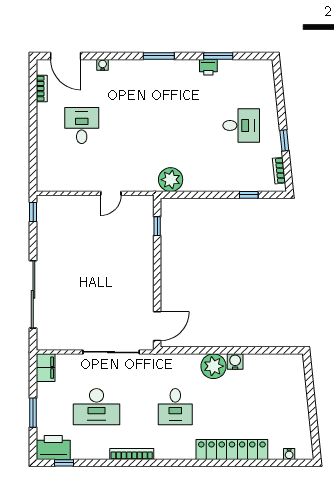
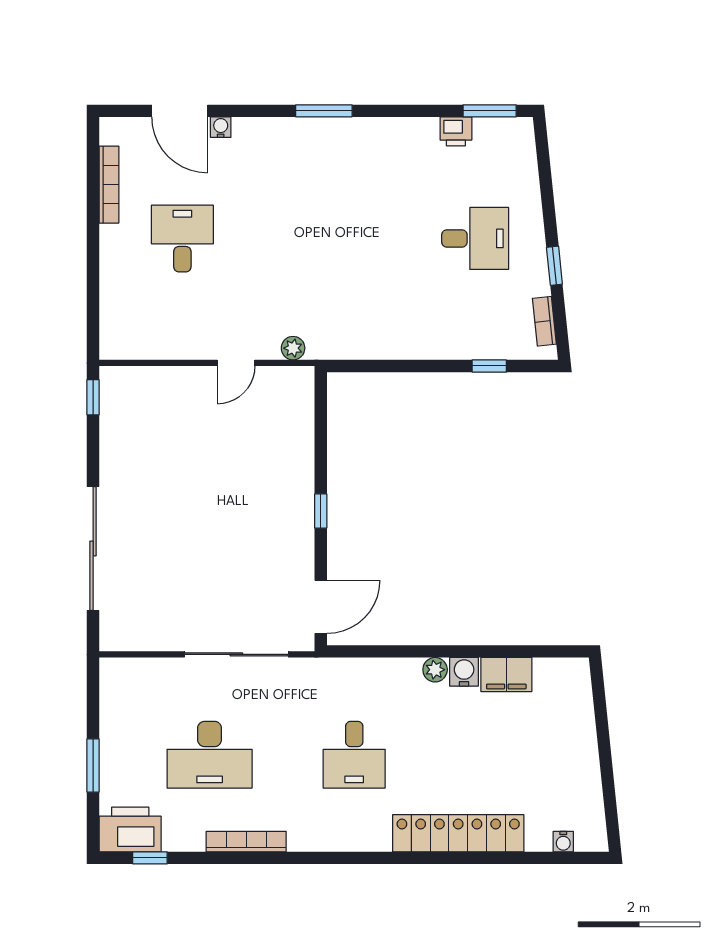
door: (66, 56) -> (180, 111), moved
window: (218, 56) -> (490, 111), moved
printer: (208, 67) -> (456, 131), moved
bookcase: (42, 89) -> (109, 185), width x1.56
plant: (171, 180) -> (293, 348), moved, width x0.53, depth x0.53
window: (157, 226) -> (321, 511), moved
plant: (214, 366) -> (435, 670), width x0.53, depth x0.53
filing cabinet: (46, 368) -> (506, 675), moved, turned 90
bookcase: (132, 454) -> (246, 842), moved

